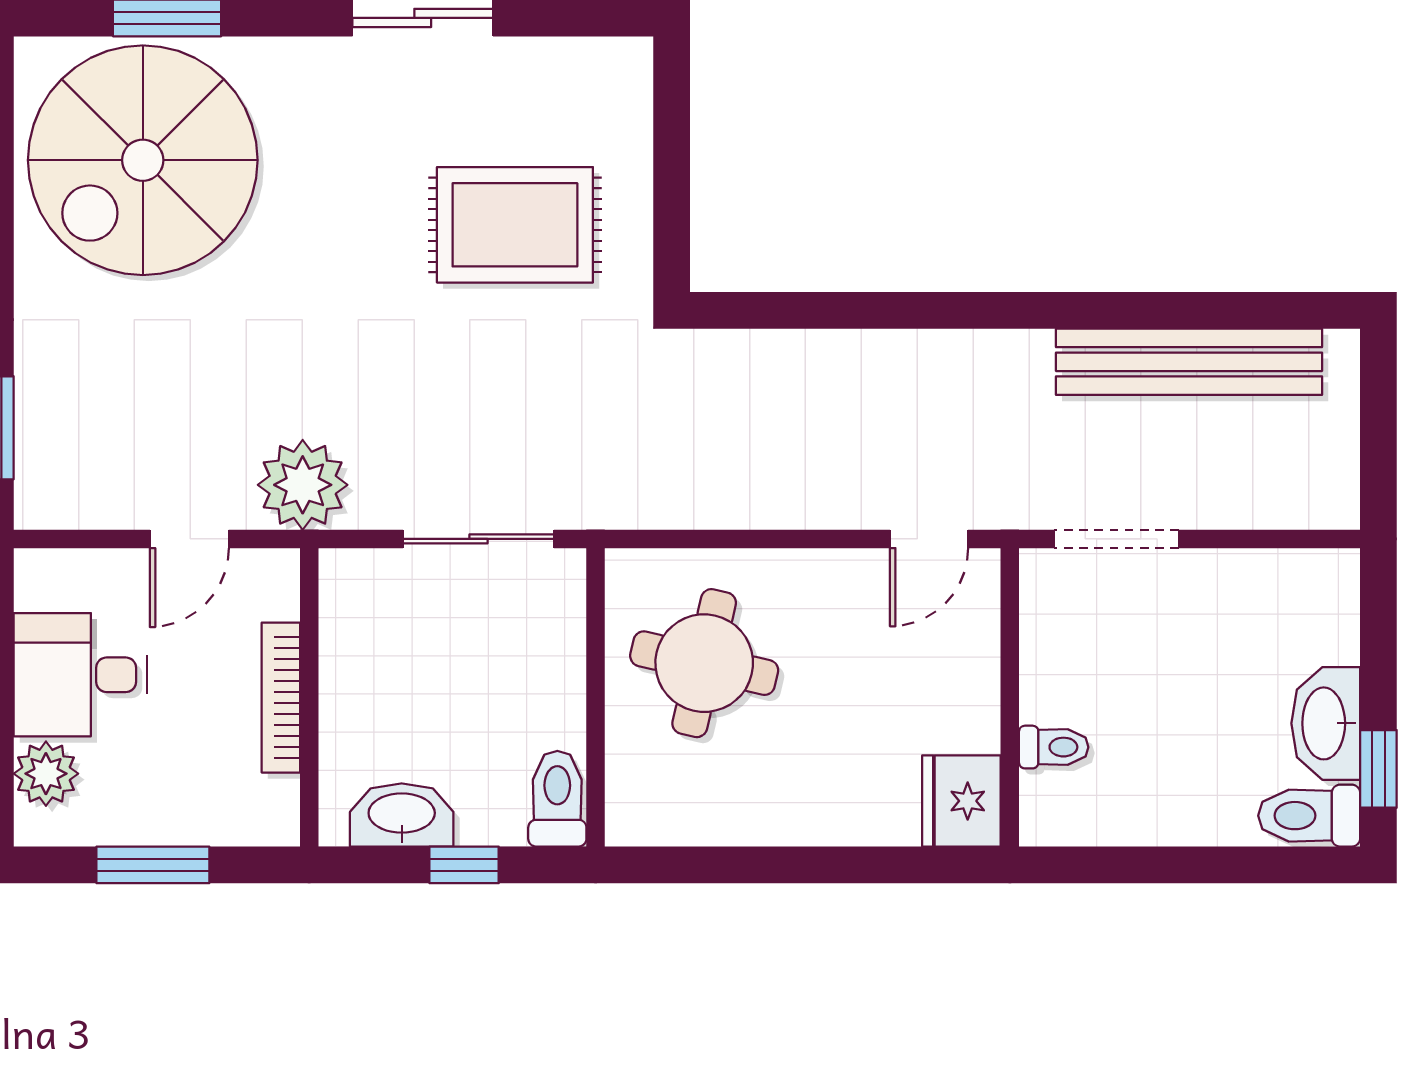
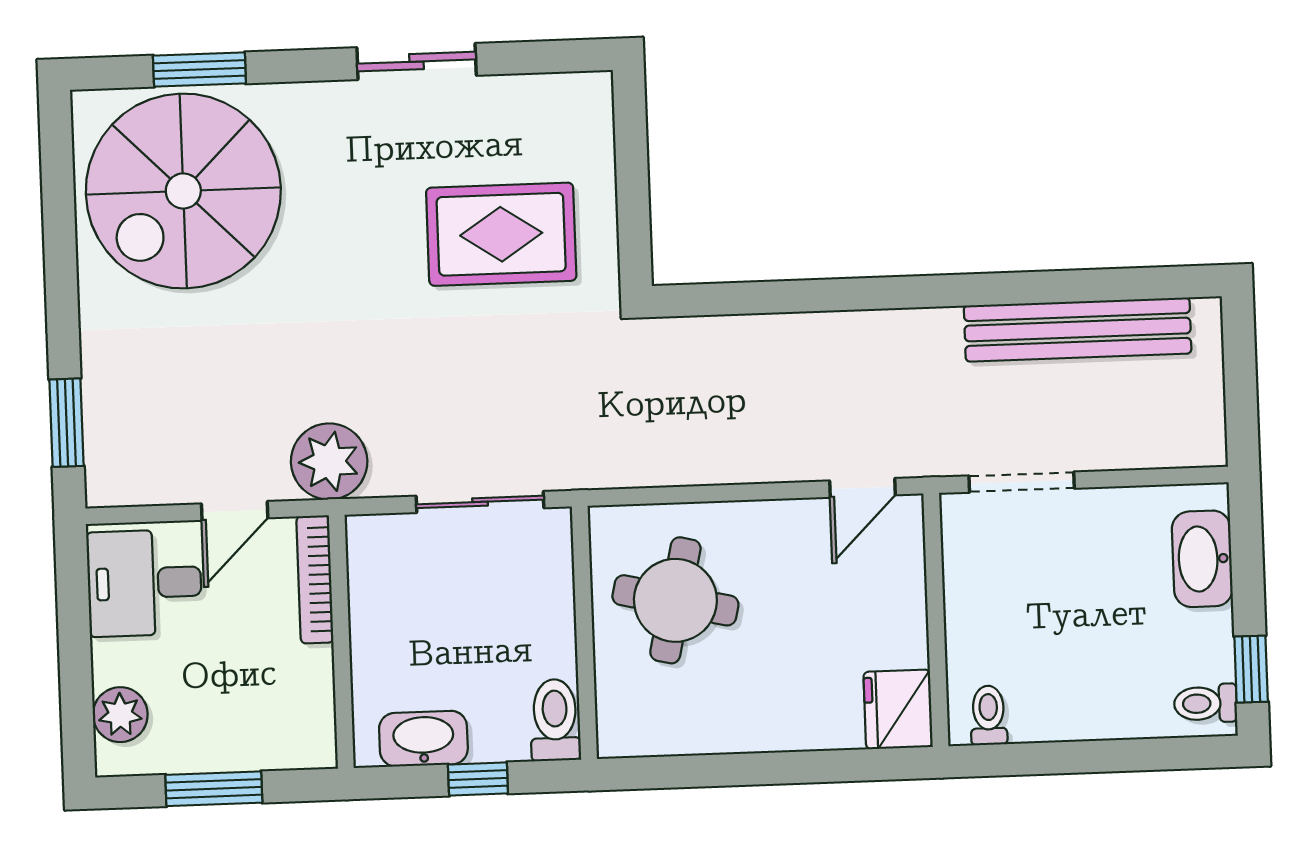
desk: (80, 675) -> (144, 583), moved
bookcase: (281, 698) -> (315, 579), moved
washbasin: (1326, 723) -> (1202, 559), moved
toilet: (1054, 747) -> (989, 715), moved, turned -90
toilet: (1309, 816) -> (1205, 703), width x0.73, depth x0.72

